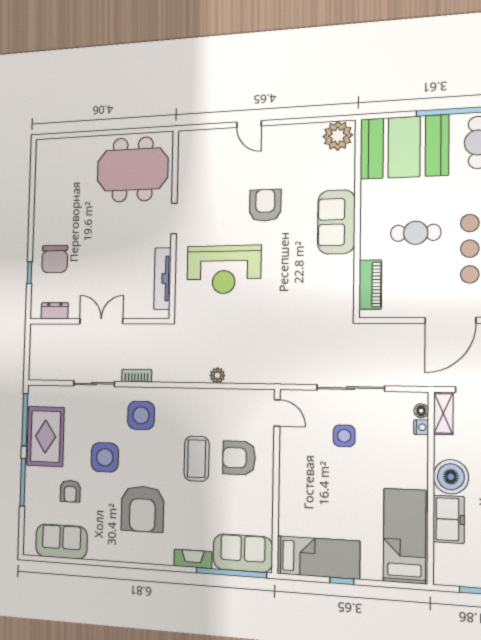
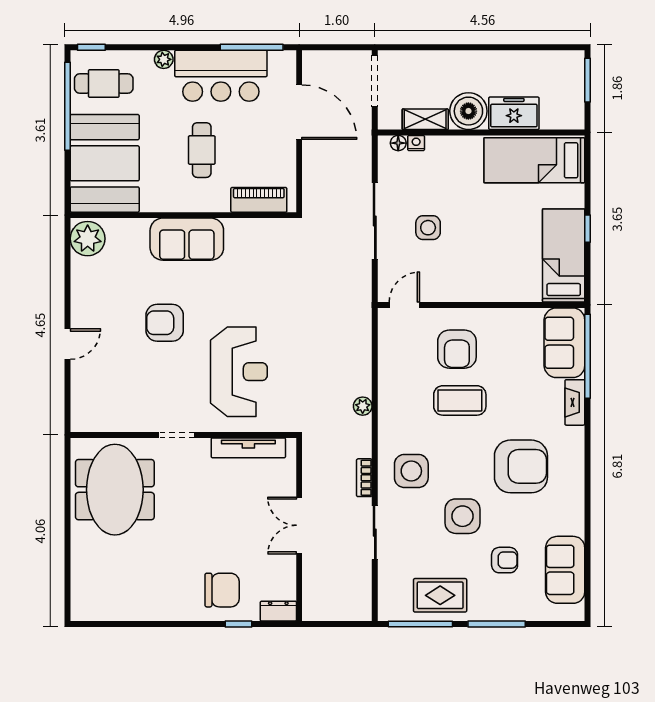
dresser: (55, 311) -> (278, 611), moved, turned 90
plant: (217, 375) -> (363, 406), moved
shelving: (443, 413) -> (425, 119), moved
rug: (45, 436) -> (440, 595), width x0.73, depth x0.70

